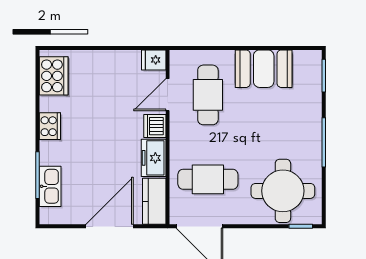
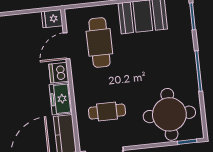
cafe table: (208, 179) -> (107, 112), width x0.73, depth x0.74

